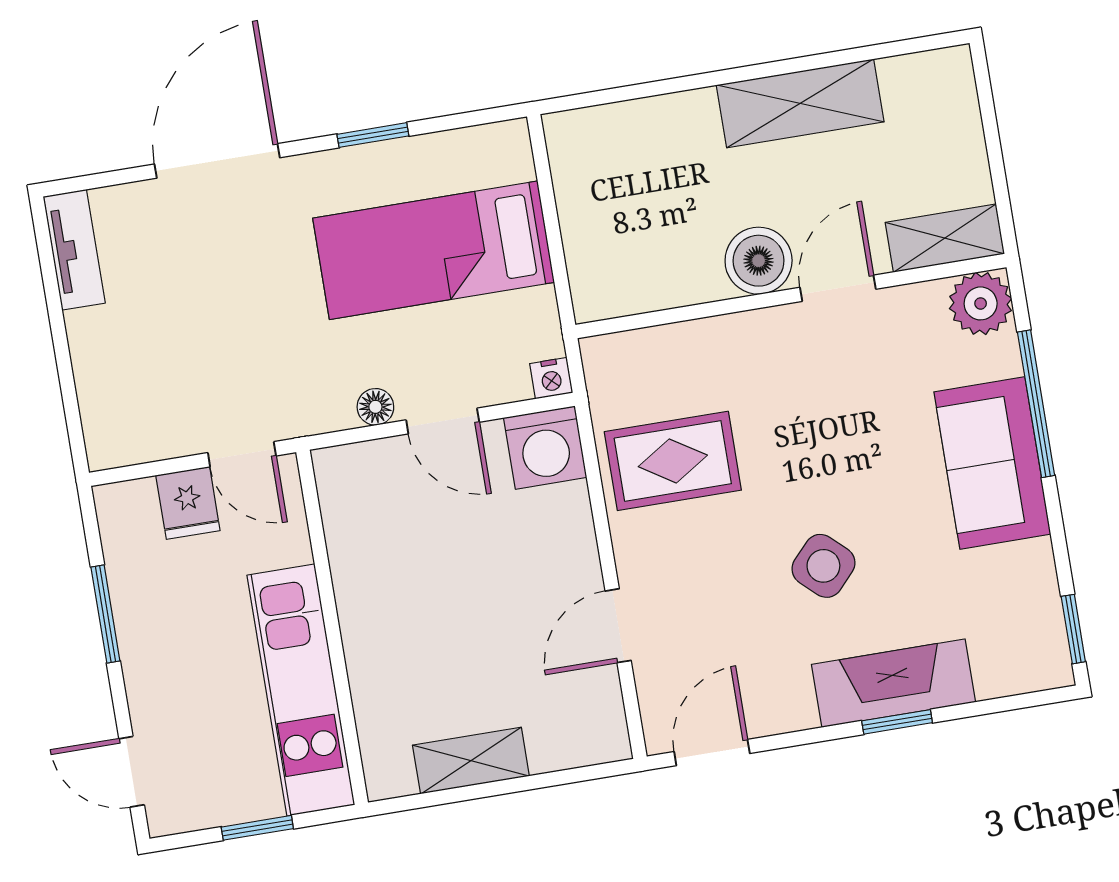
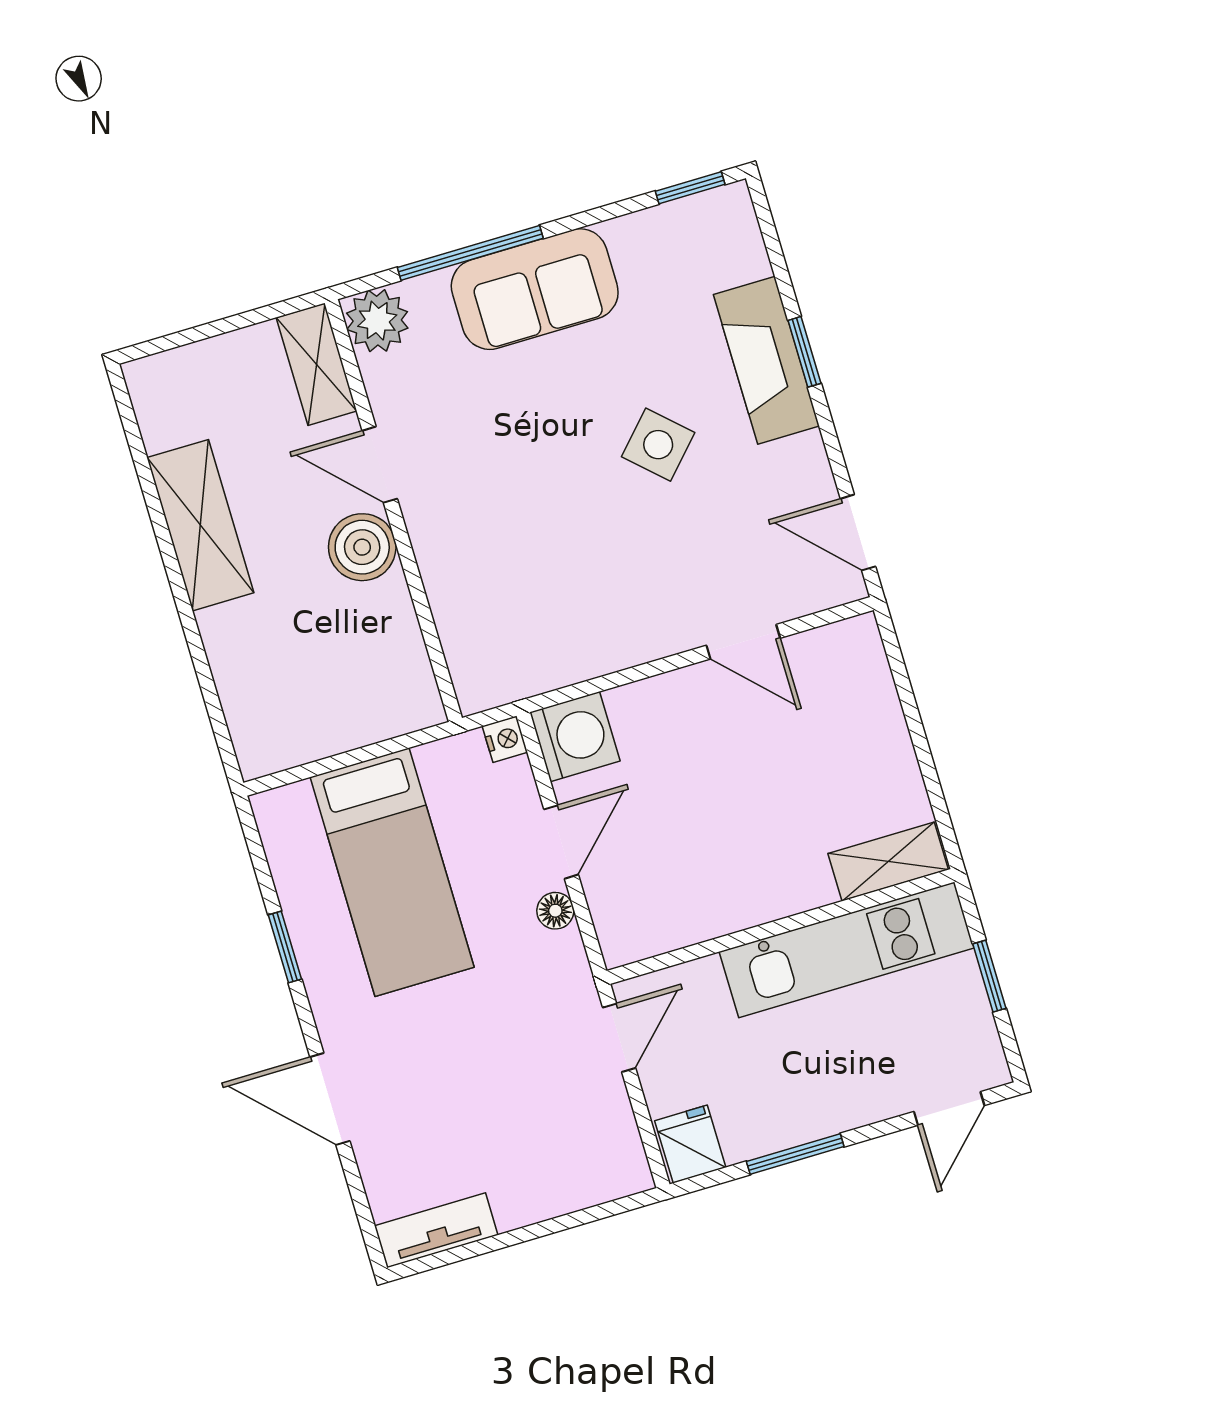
door: (217, 161) -> (330, 1099), width x0.73
rug: (673, 461) -> (572, 608), removed
fridge: (188, 503) -> (690, 1144), moved, turned -90
shelving: (471, 761) -> (888, 862), moved, turned 90

